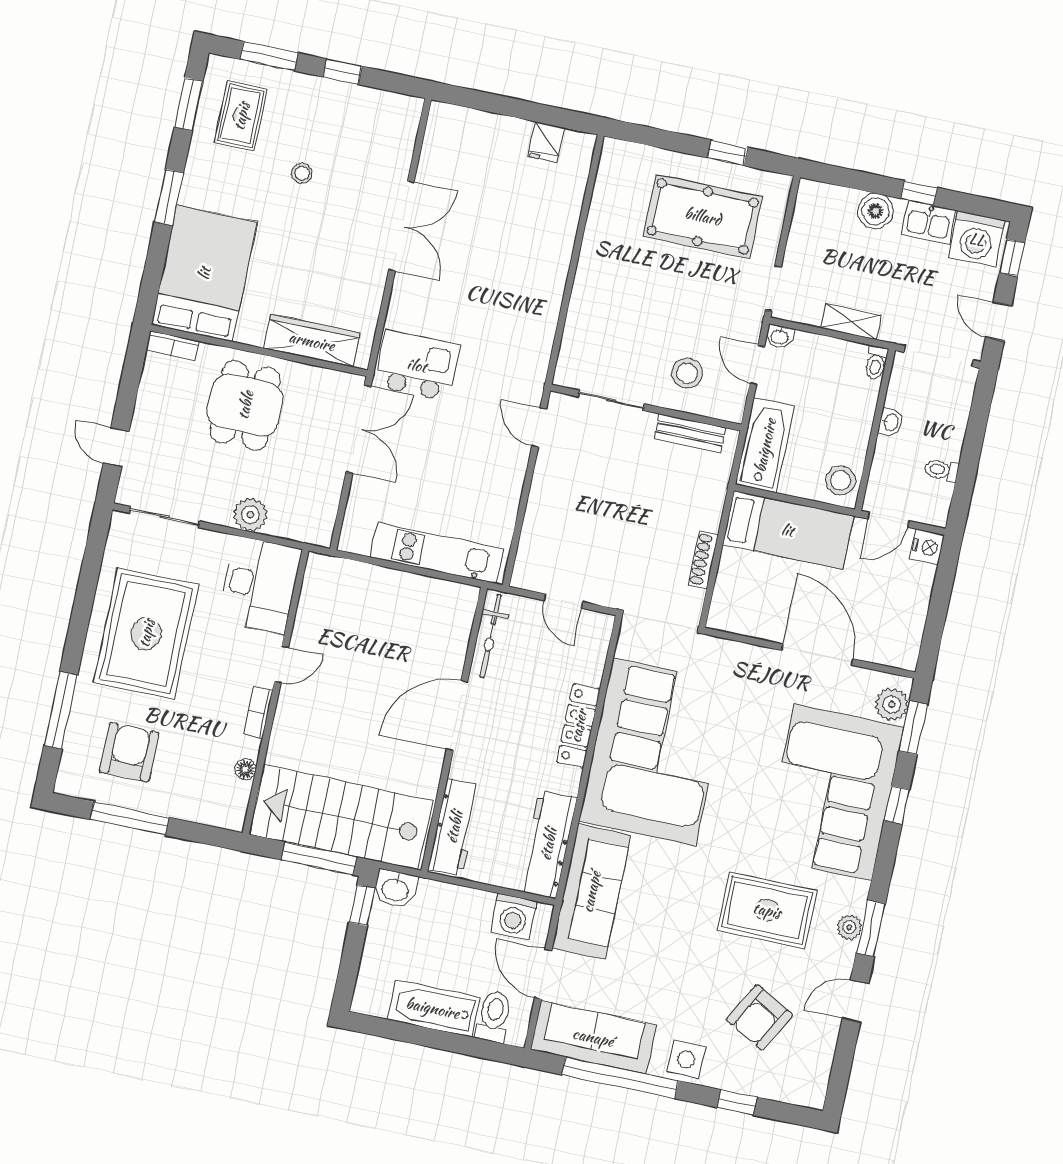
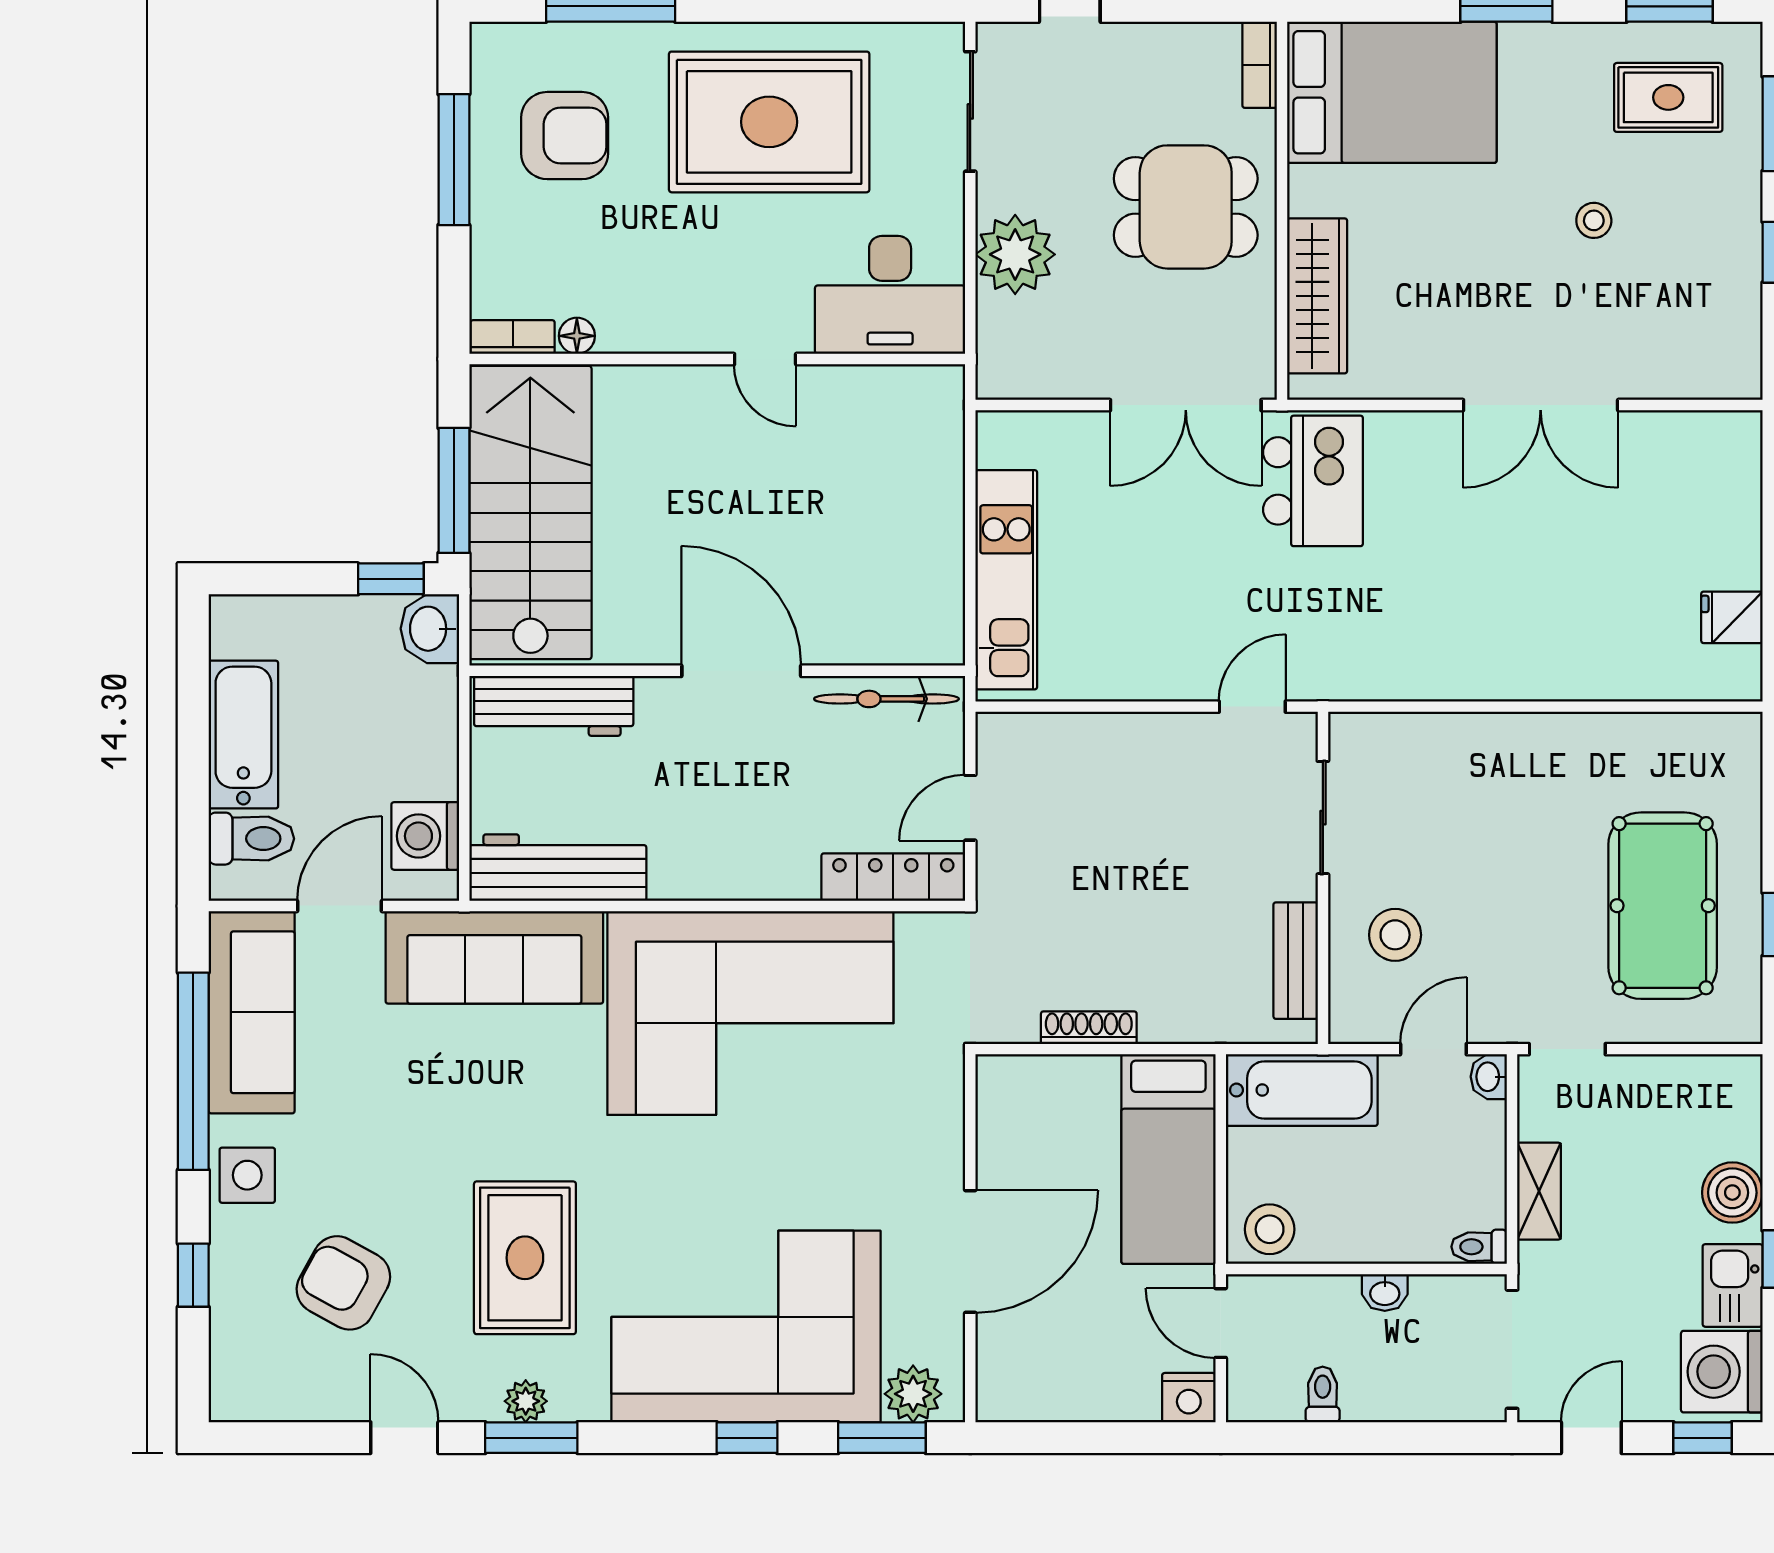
plant: (250, 515) -> (1015, 254), width x1.36, depth x1.36
bookcase: (258, 712) -> (513, 337), moved
locker: (578, 726) -> (893, 877), moved

